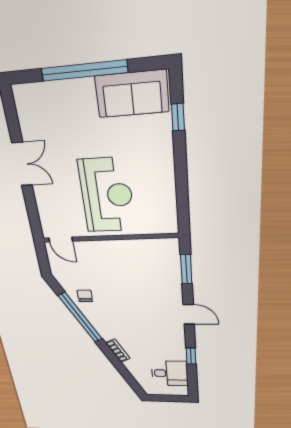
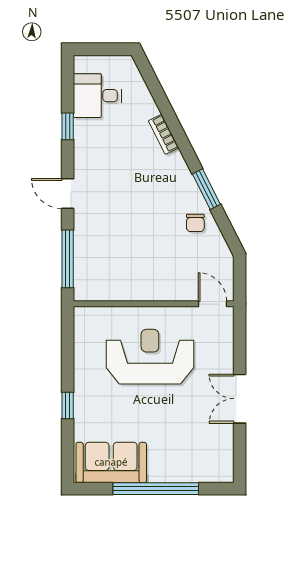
window: (178, 117) -> (68, 405), moved
reception desk: (107, 195) -> (150, 357), turned 90
window: (186, 269) -> (68, 259), width x1.44
window: (80, 318) -> (206, 189), width x0.47

